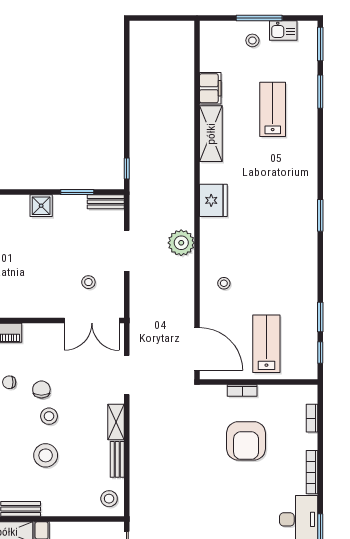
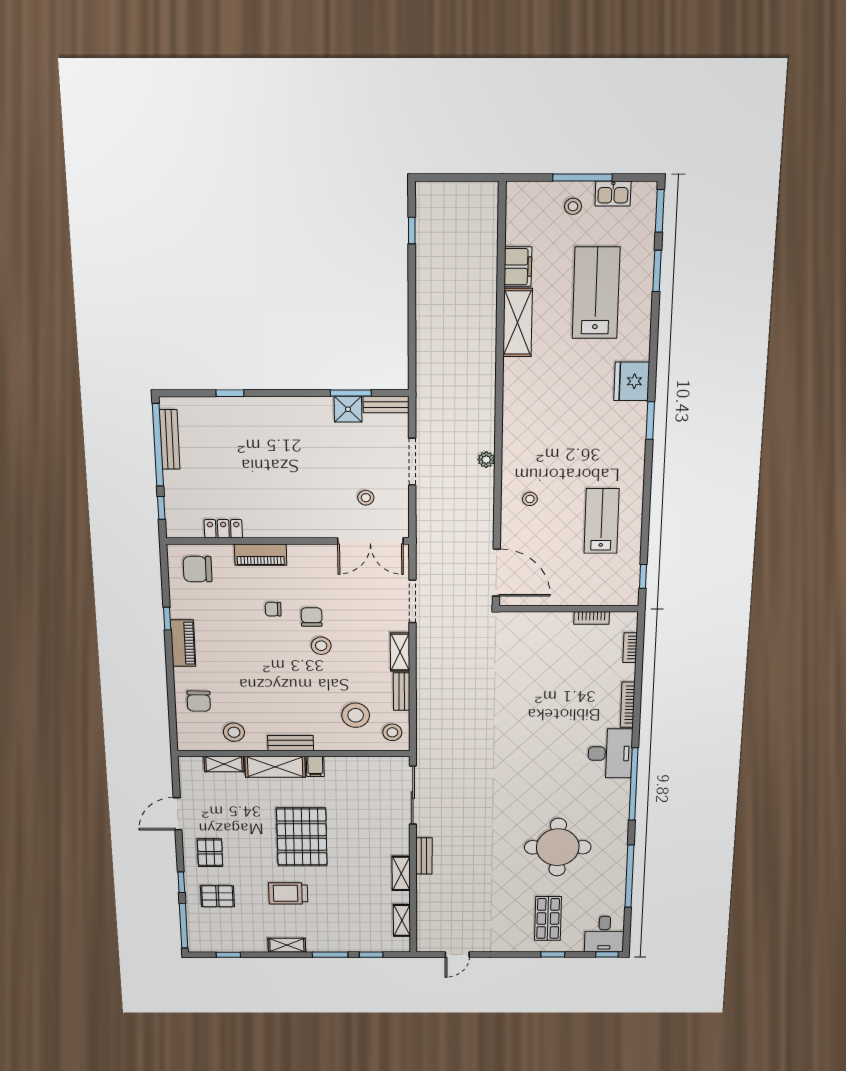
lab bench: (273, 109) -> (596, 293), width x1.36, depth x1.39
window: (127, 168) -> (412, 231), moved
fridge: (213, 200) -> (632, 381), moved, turned 180
shower: (41, 206) -> (348, 409), moved
plant: (181, 243) -> (486, 460), width x0.53, depth x0.53
window: (320, 317) -> (645, 537), removed
lab bench: (266, 344) -> (602, 521), moved
bookcase: (242, 391) -> (592, 618), moved
armchair: (246, 441) -> (552, 672), removed
stool: (46, 455) -> (356, 715), moved

